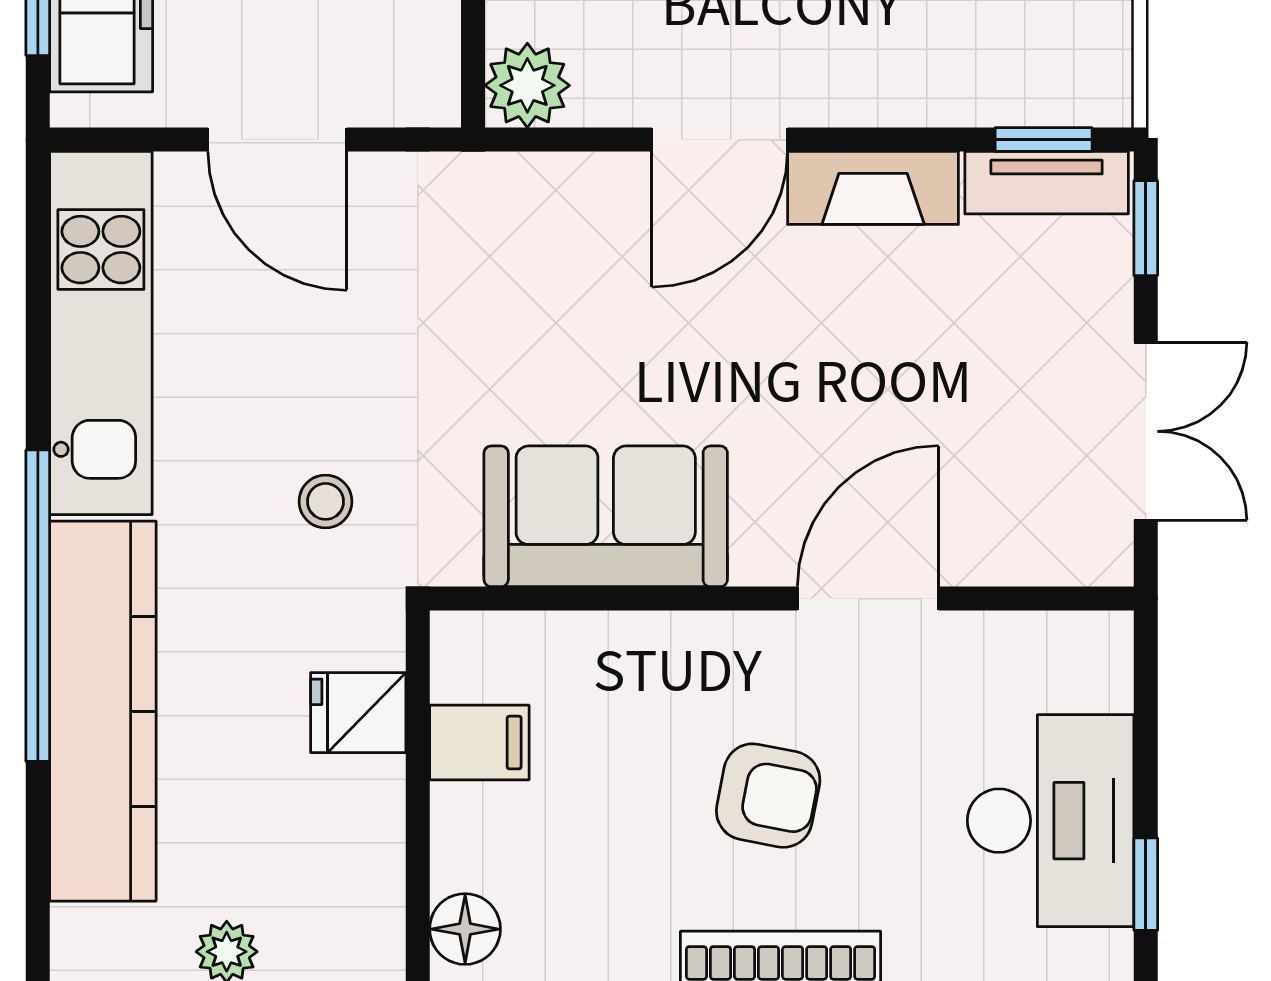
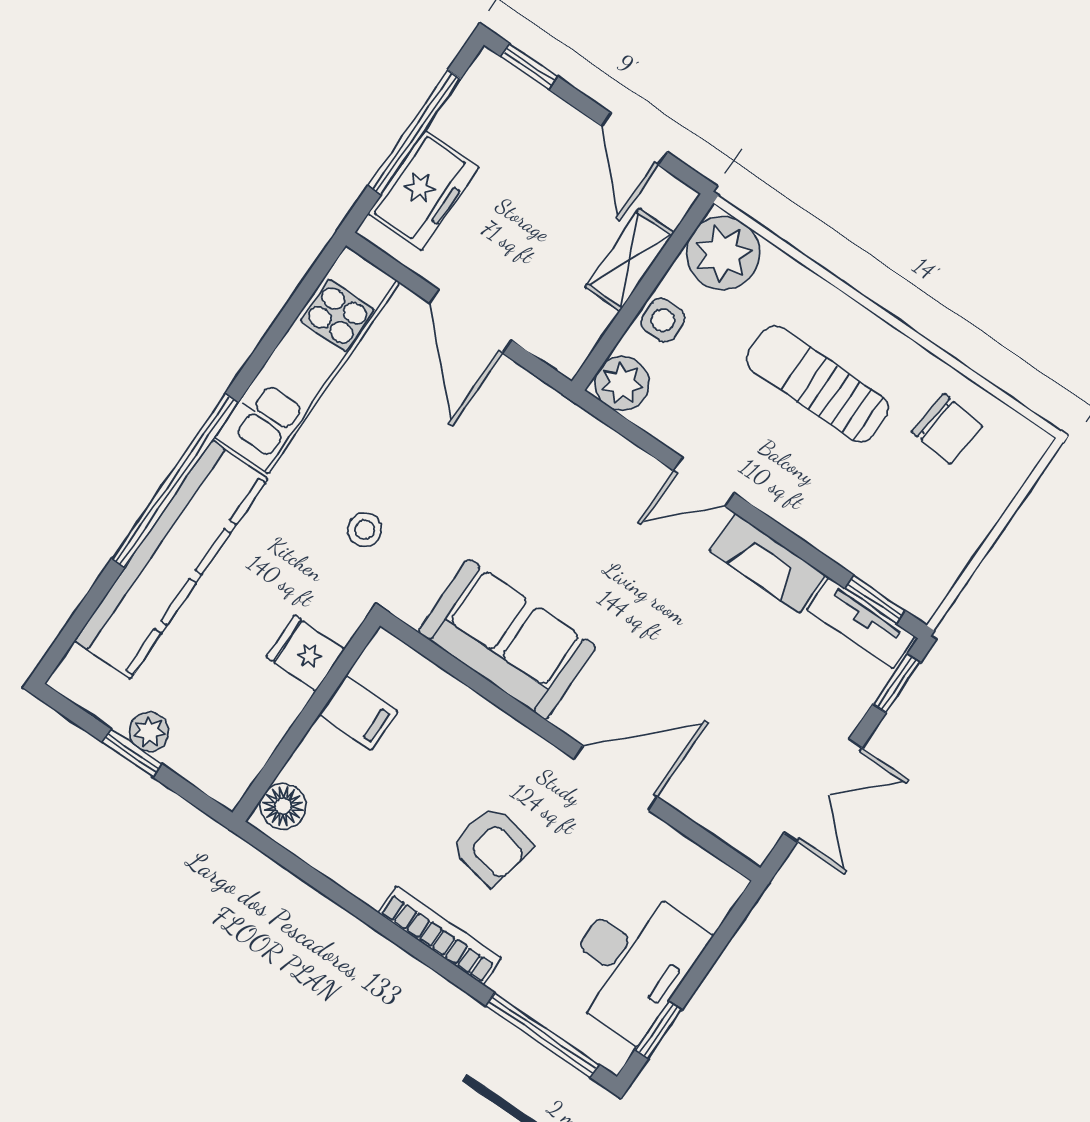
door: (720, 140) -> (704, 482), width x0.73

